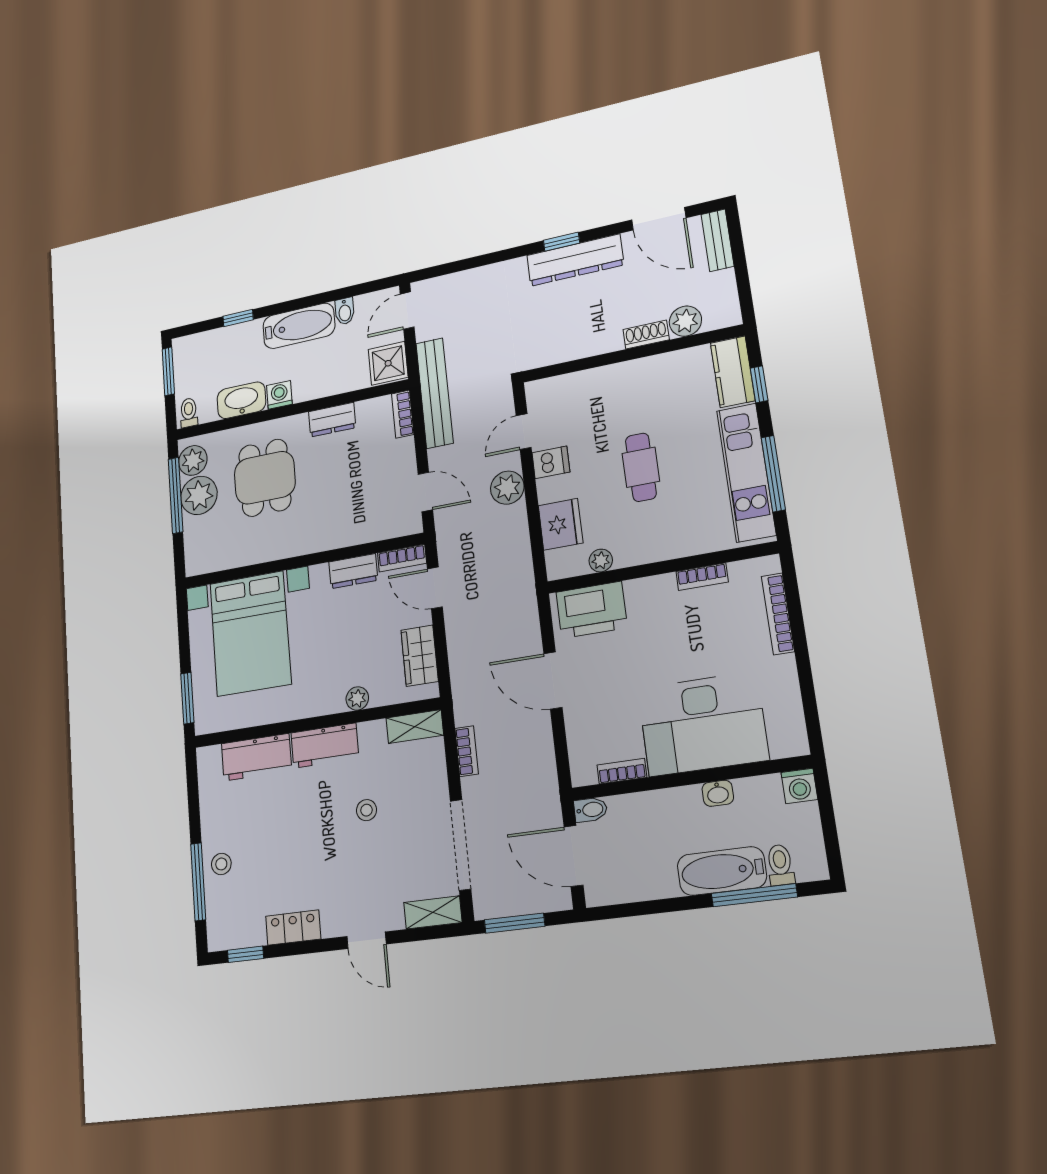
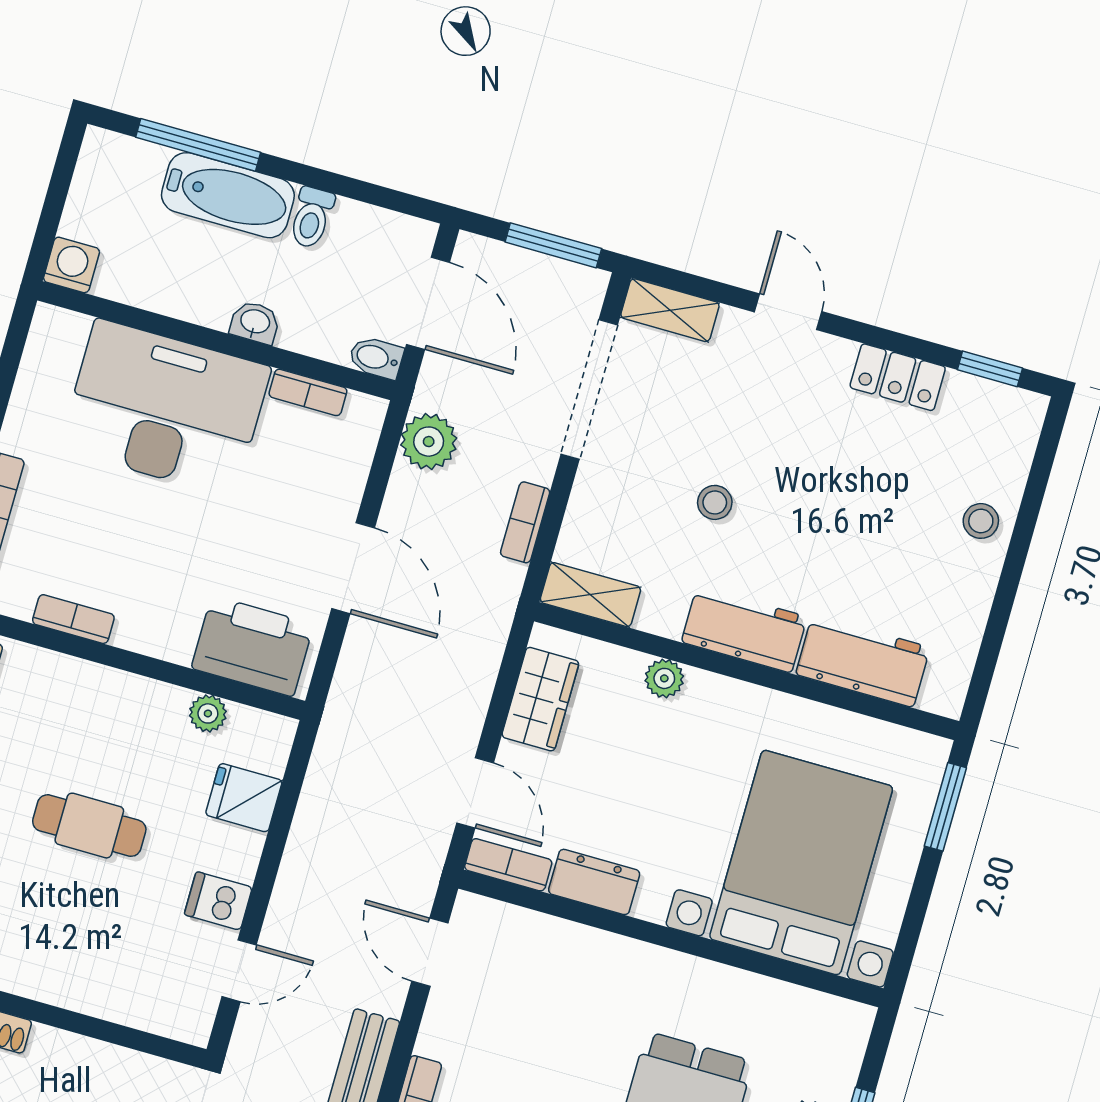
cafe table: (641, 467) -> (89, 826), turned 90
plant: (507, 488) -> (429, 442), moved
fridge: (561, 524) -> (244, 798), width x0.72
washbasin: (718, 793) -> (255, 322), moved
toilet: (780, 865) -> (312, 218), moved
window: (198, 882) -> (1029, 510), removed

